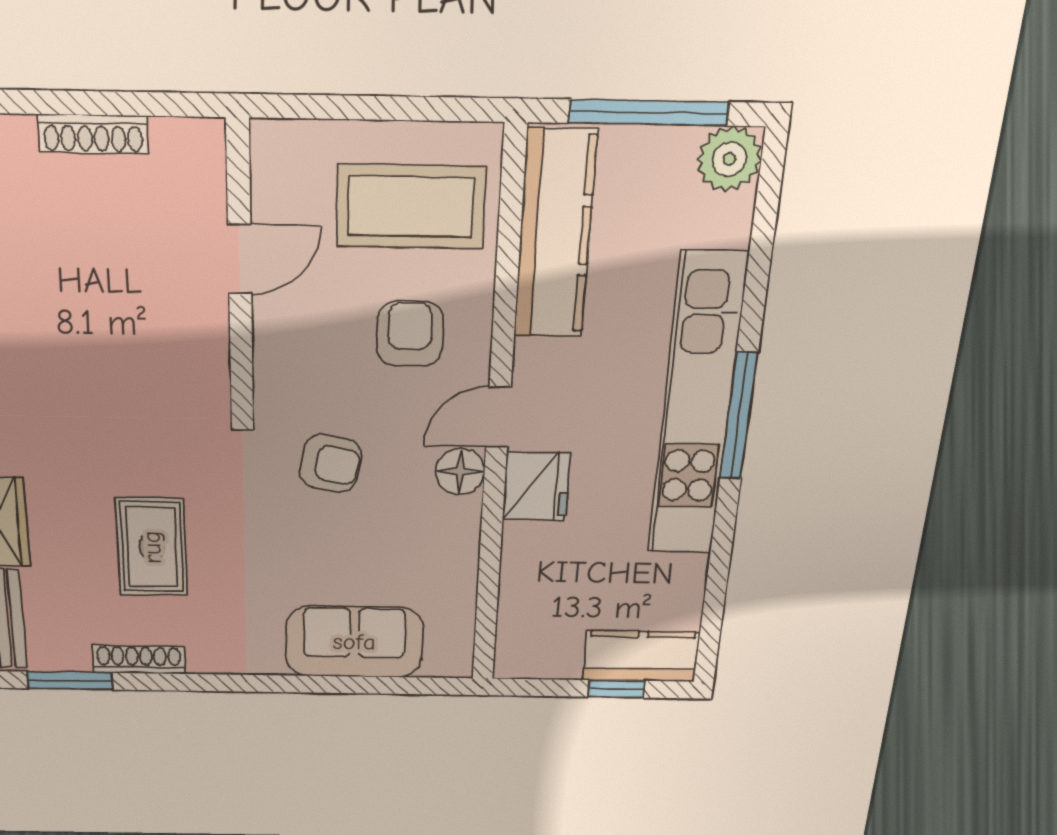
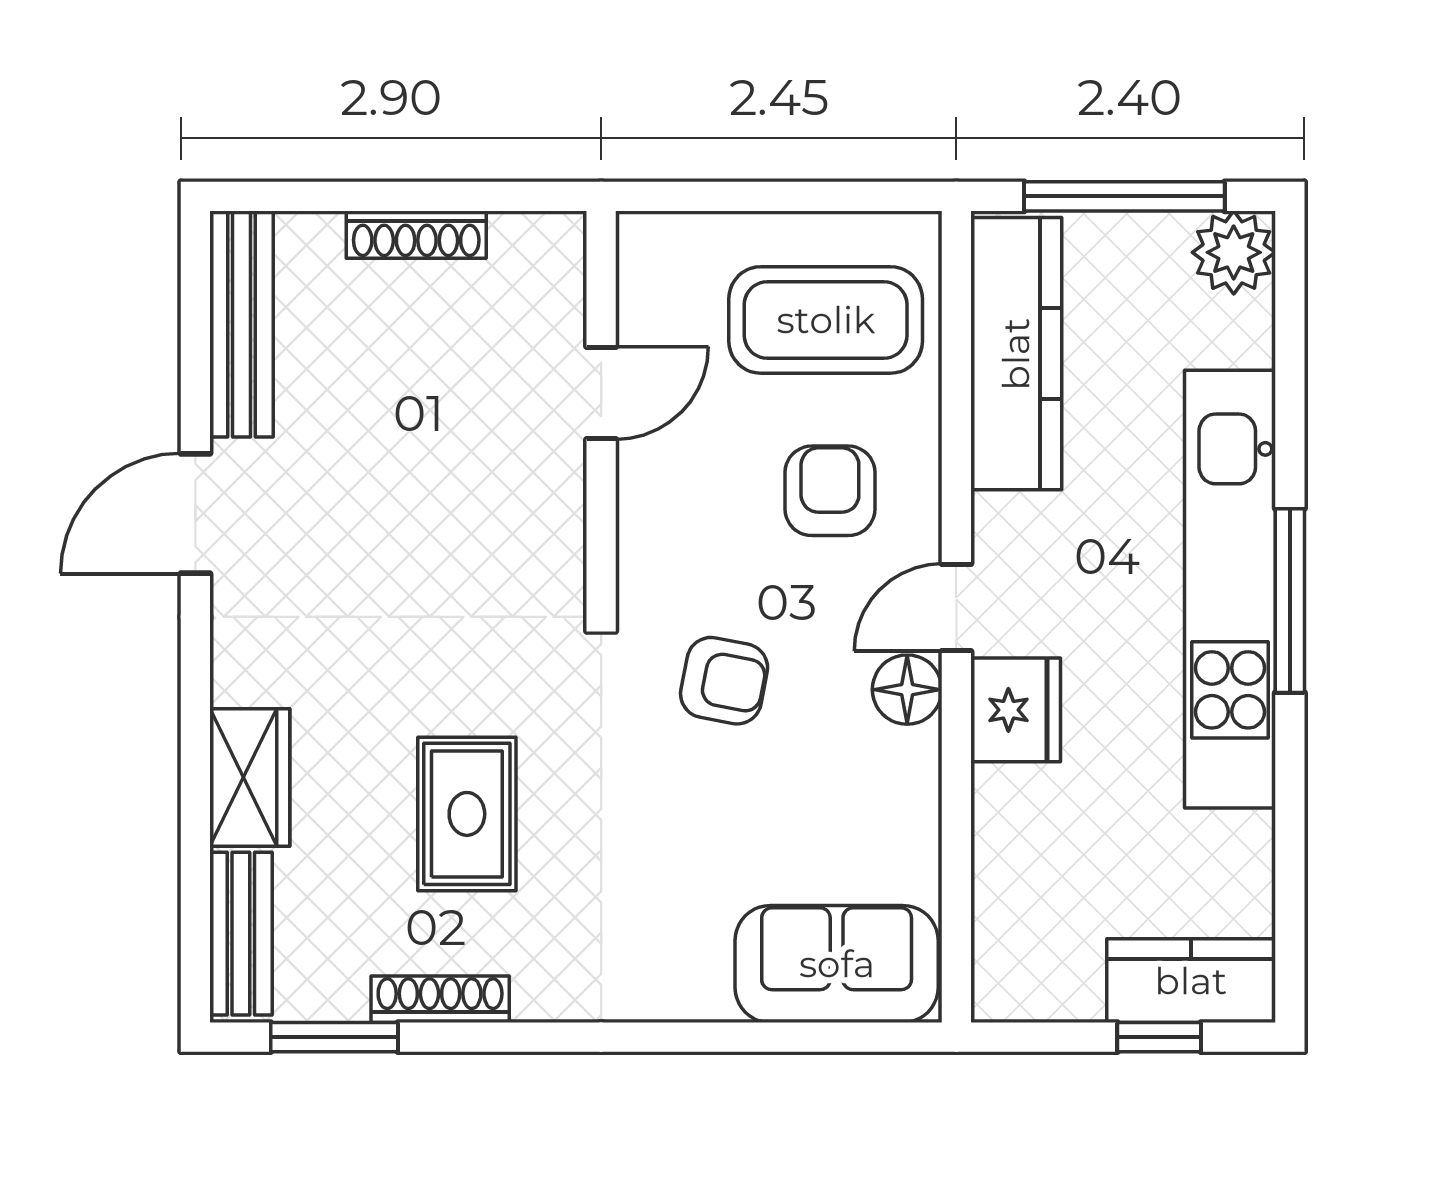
sofa: (354, 642) -> (837, 964), moved

